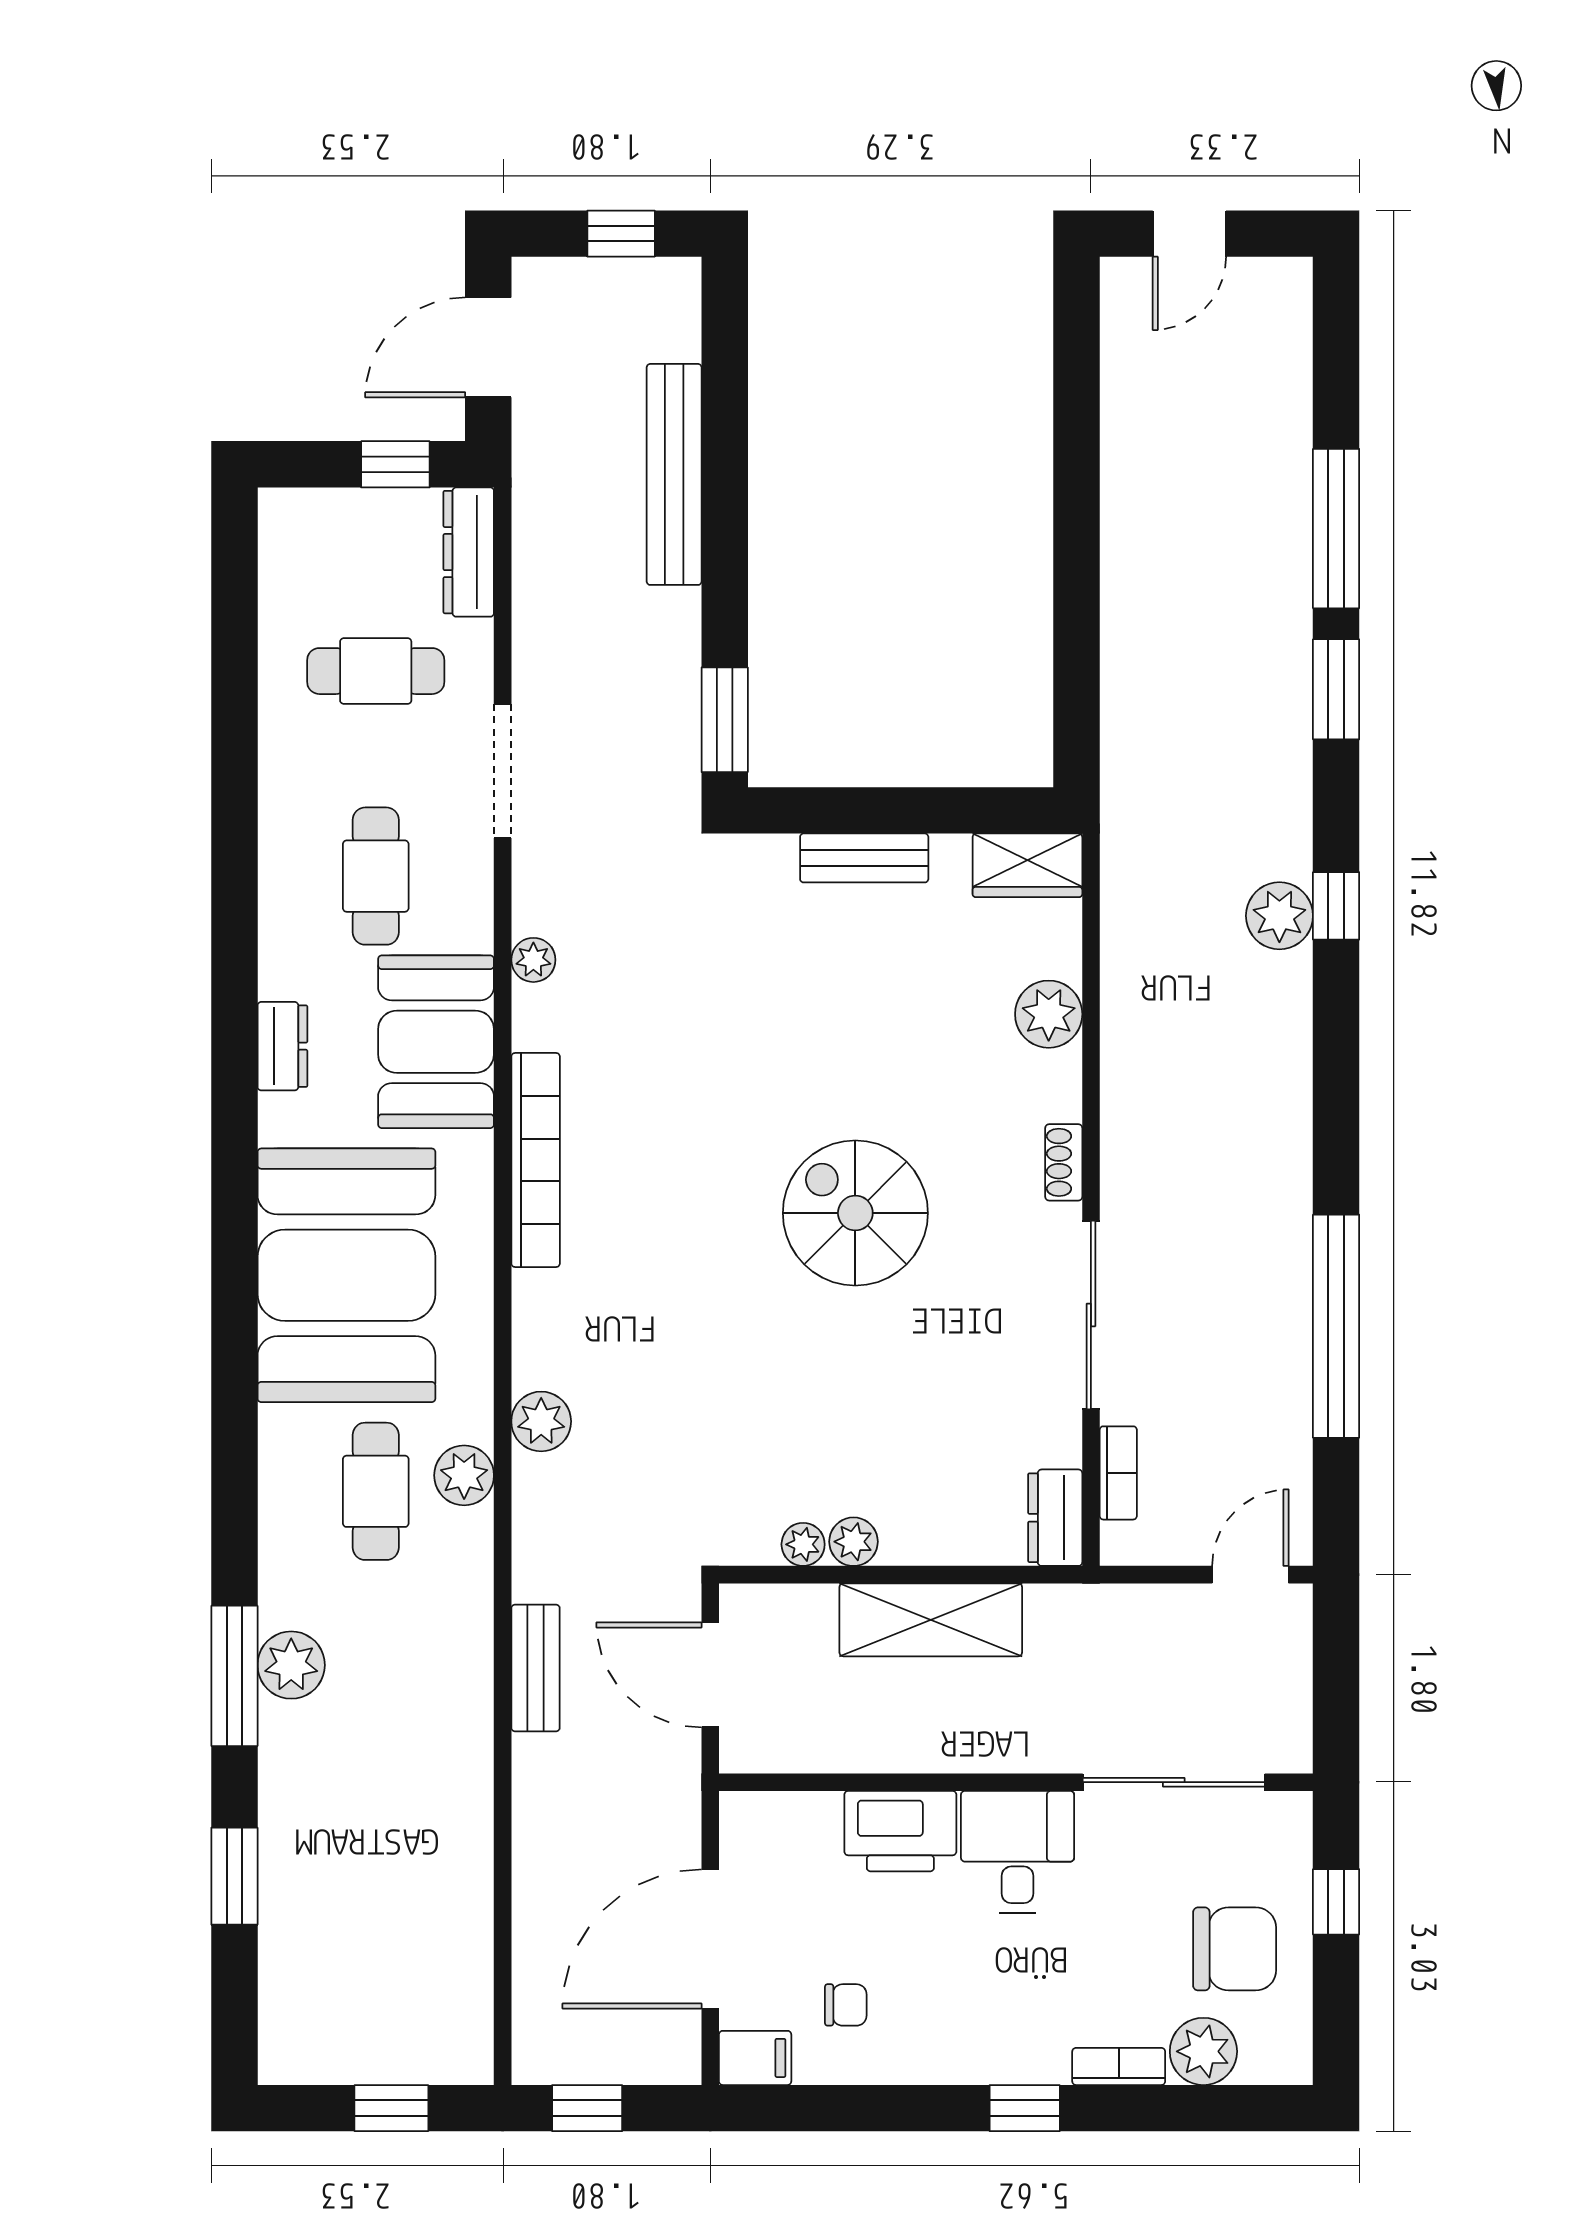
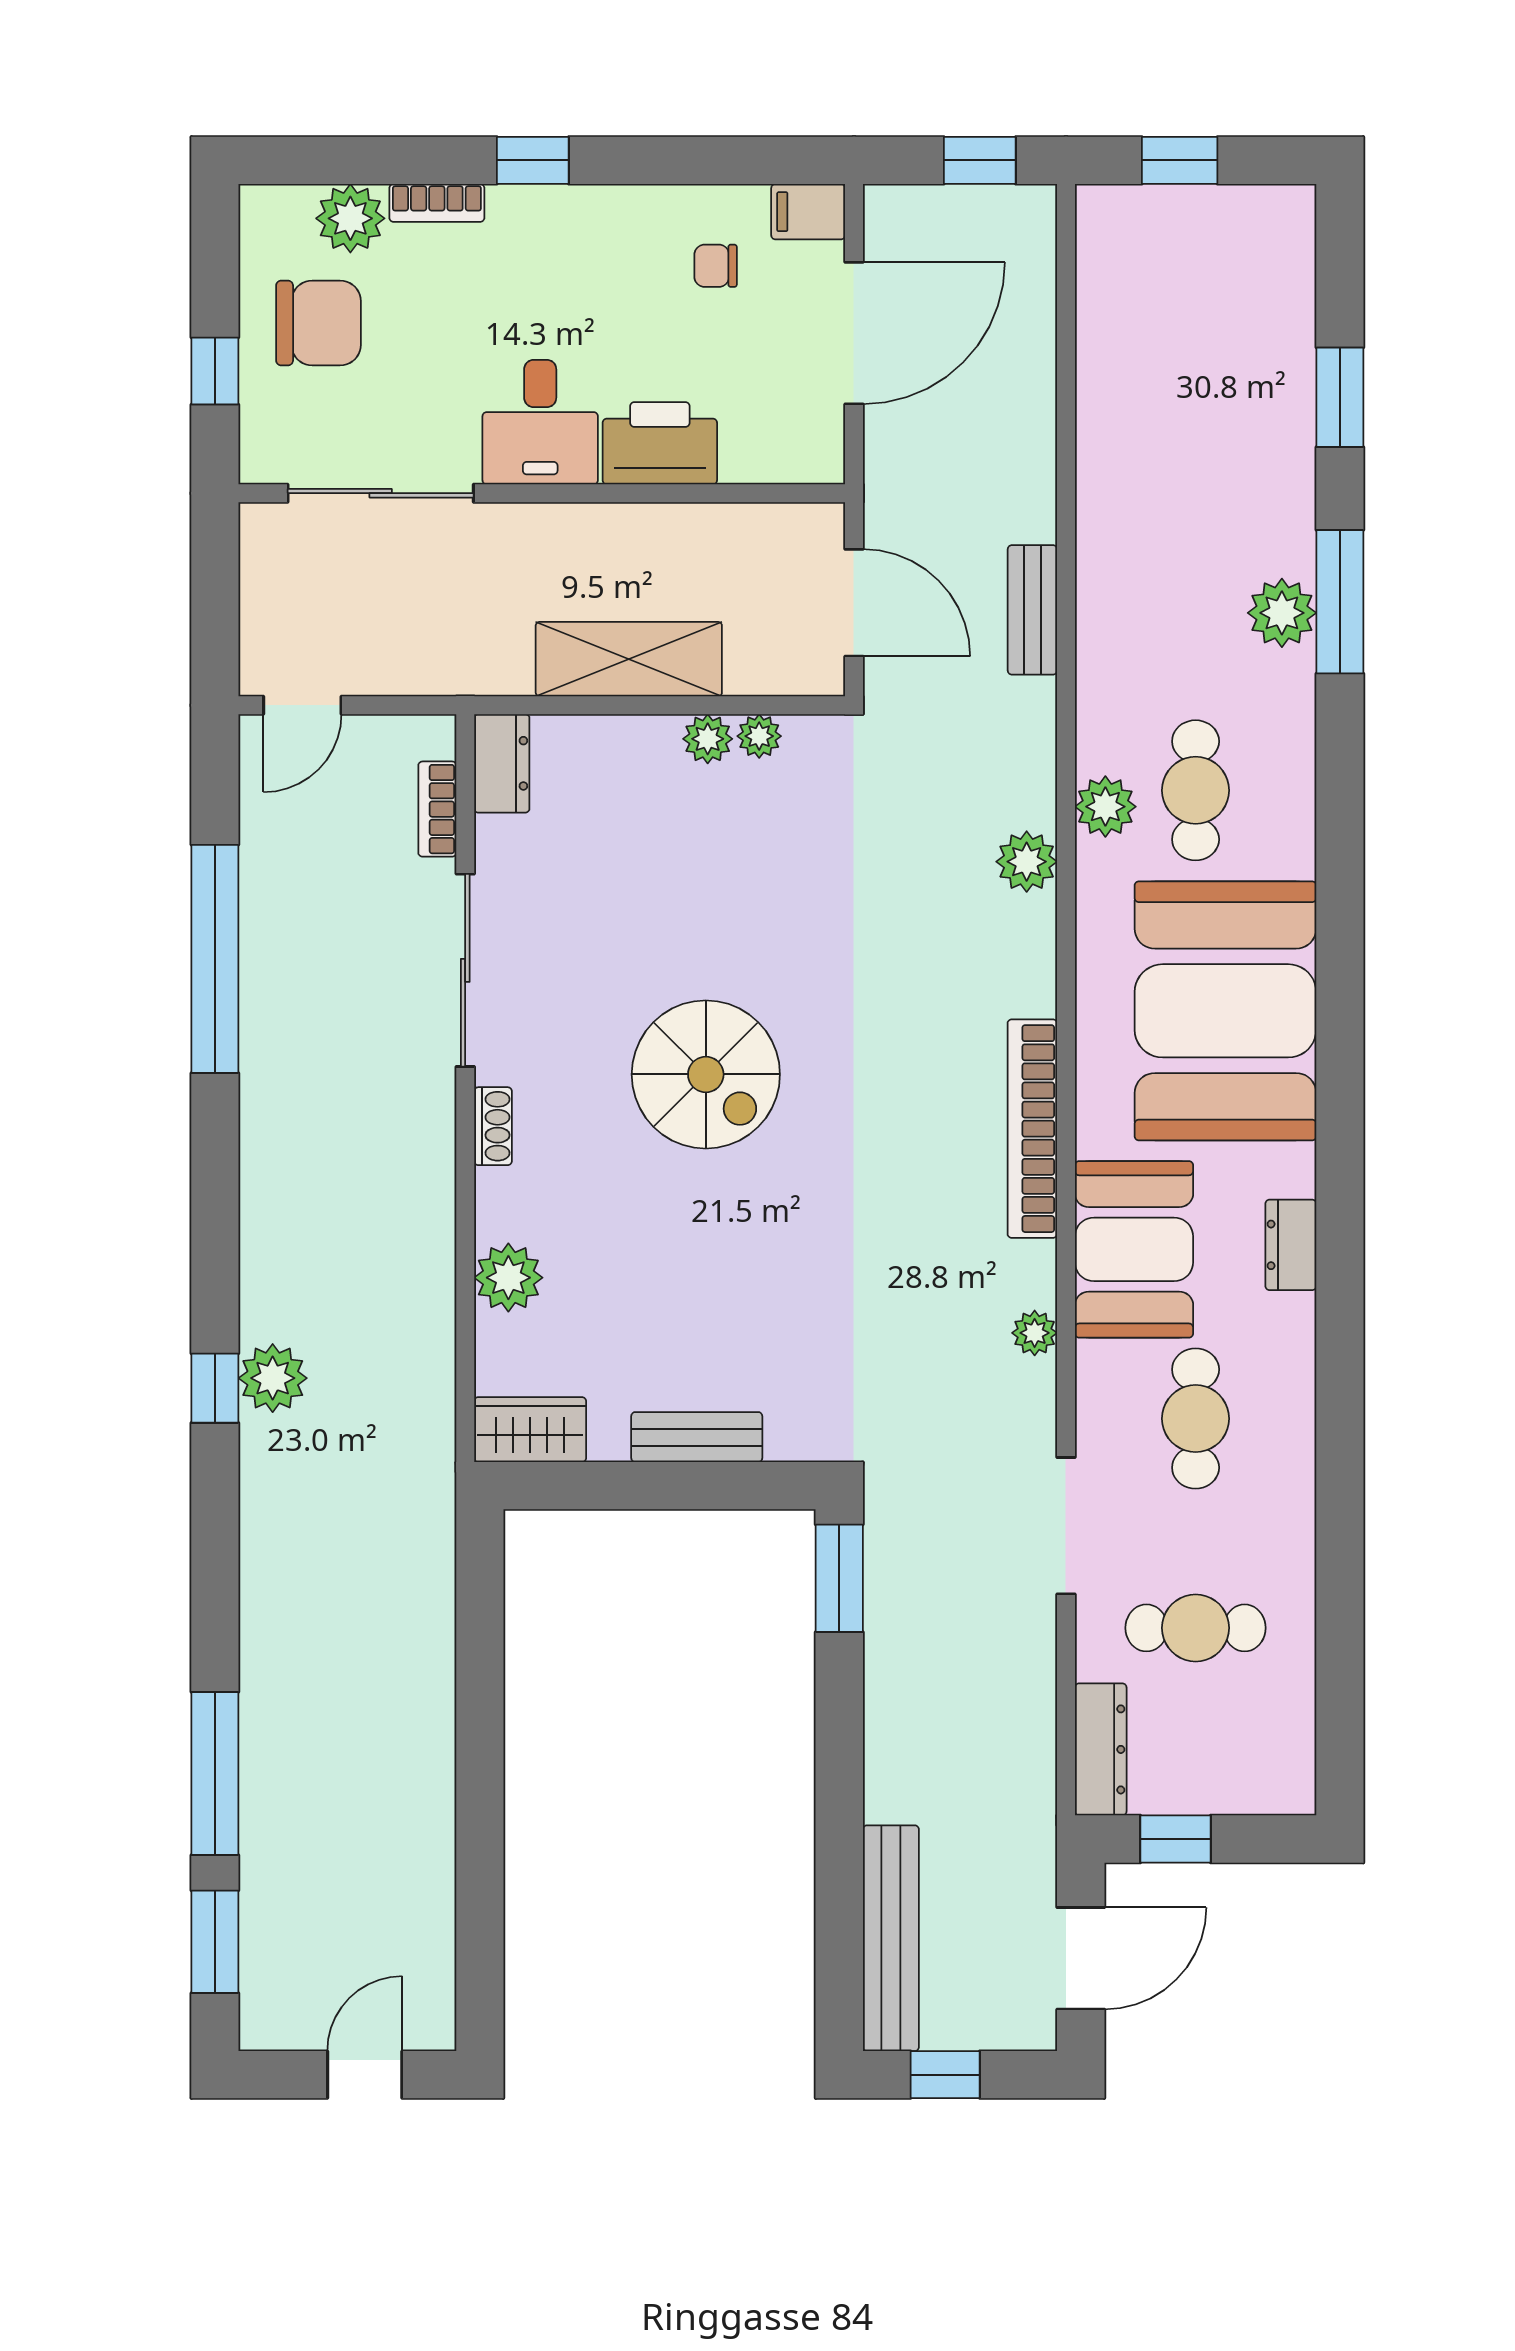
bench: (674, 474) -> (891, 1938), moved
window: (1336, 689) -> (215, 1942), moved
chair: (1235, 1949) -> (318, 323), turned 180

